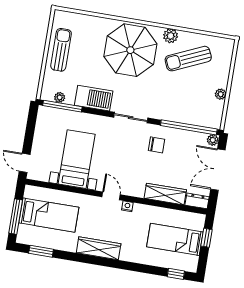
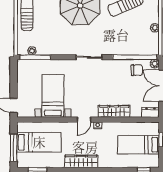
barbecue: (94, 98) -> (58, 47), removed
chair: (156, 145) -> (137, 70), moved
wardrobe: (165, 194) -> (114, 111), moved
door: (111, 196) -> (84, 120), swing flipped

